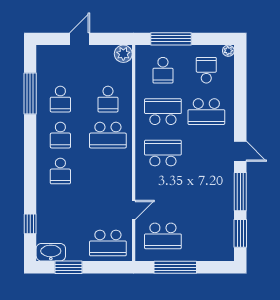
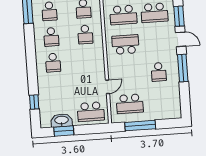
school desk: (163, 112) -> (123, 15), turned 180
school desk: (108, 135) -> (85, 34), width x0.54
school desk: (206, 194) -> (159, 72), added
window: (240, 233) -> (179, 16), moved
washbasin: (51, 252) -> (62, 120), moved

